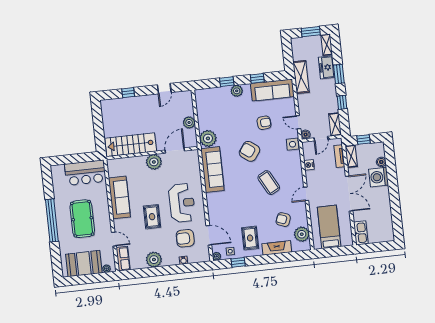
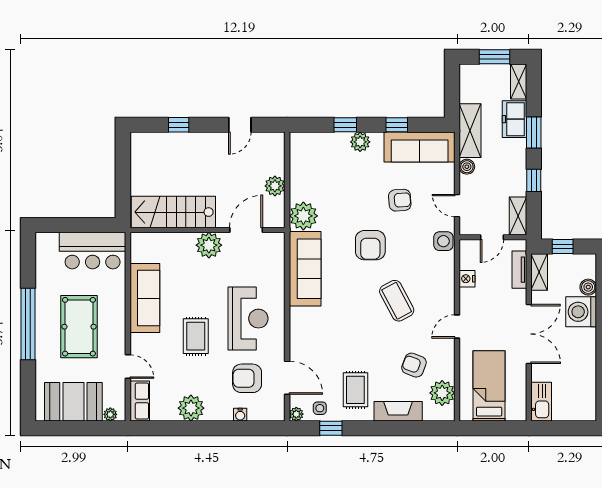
boiler: (306, 135) -> (467, 167), moved
armchair: (249, 151) -> (370, 245), turned -126

